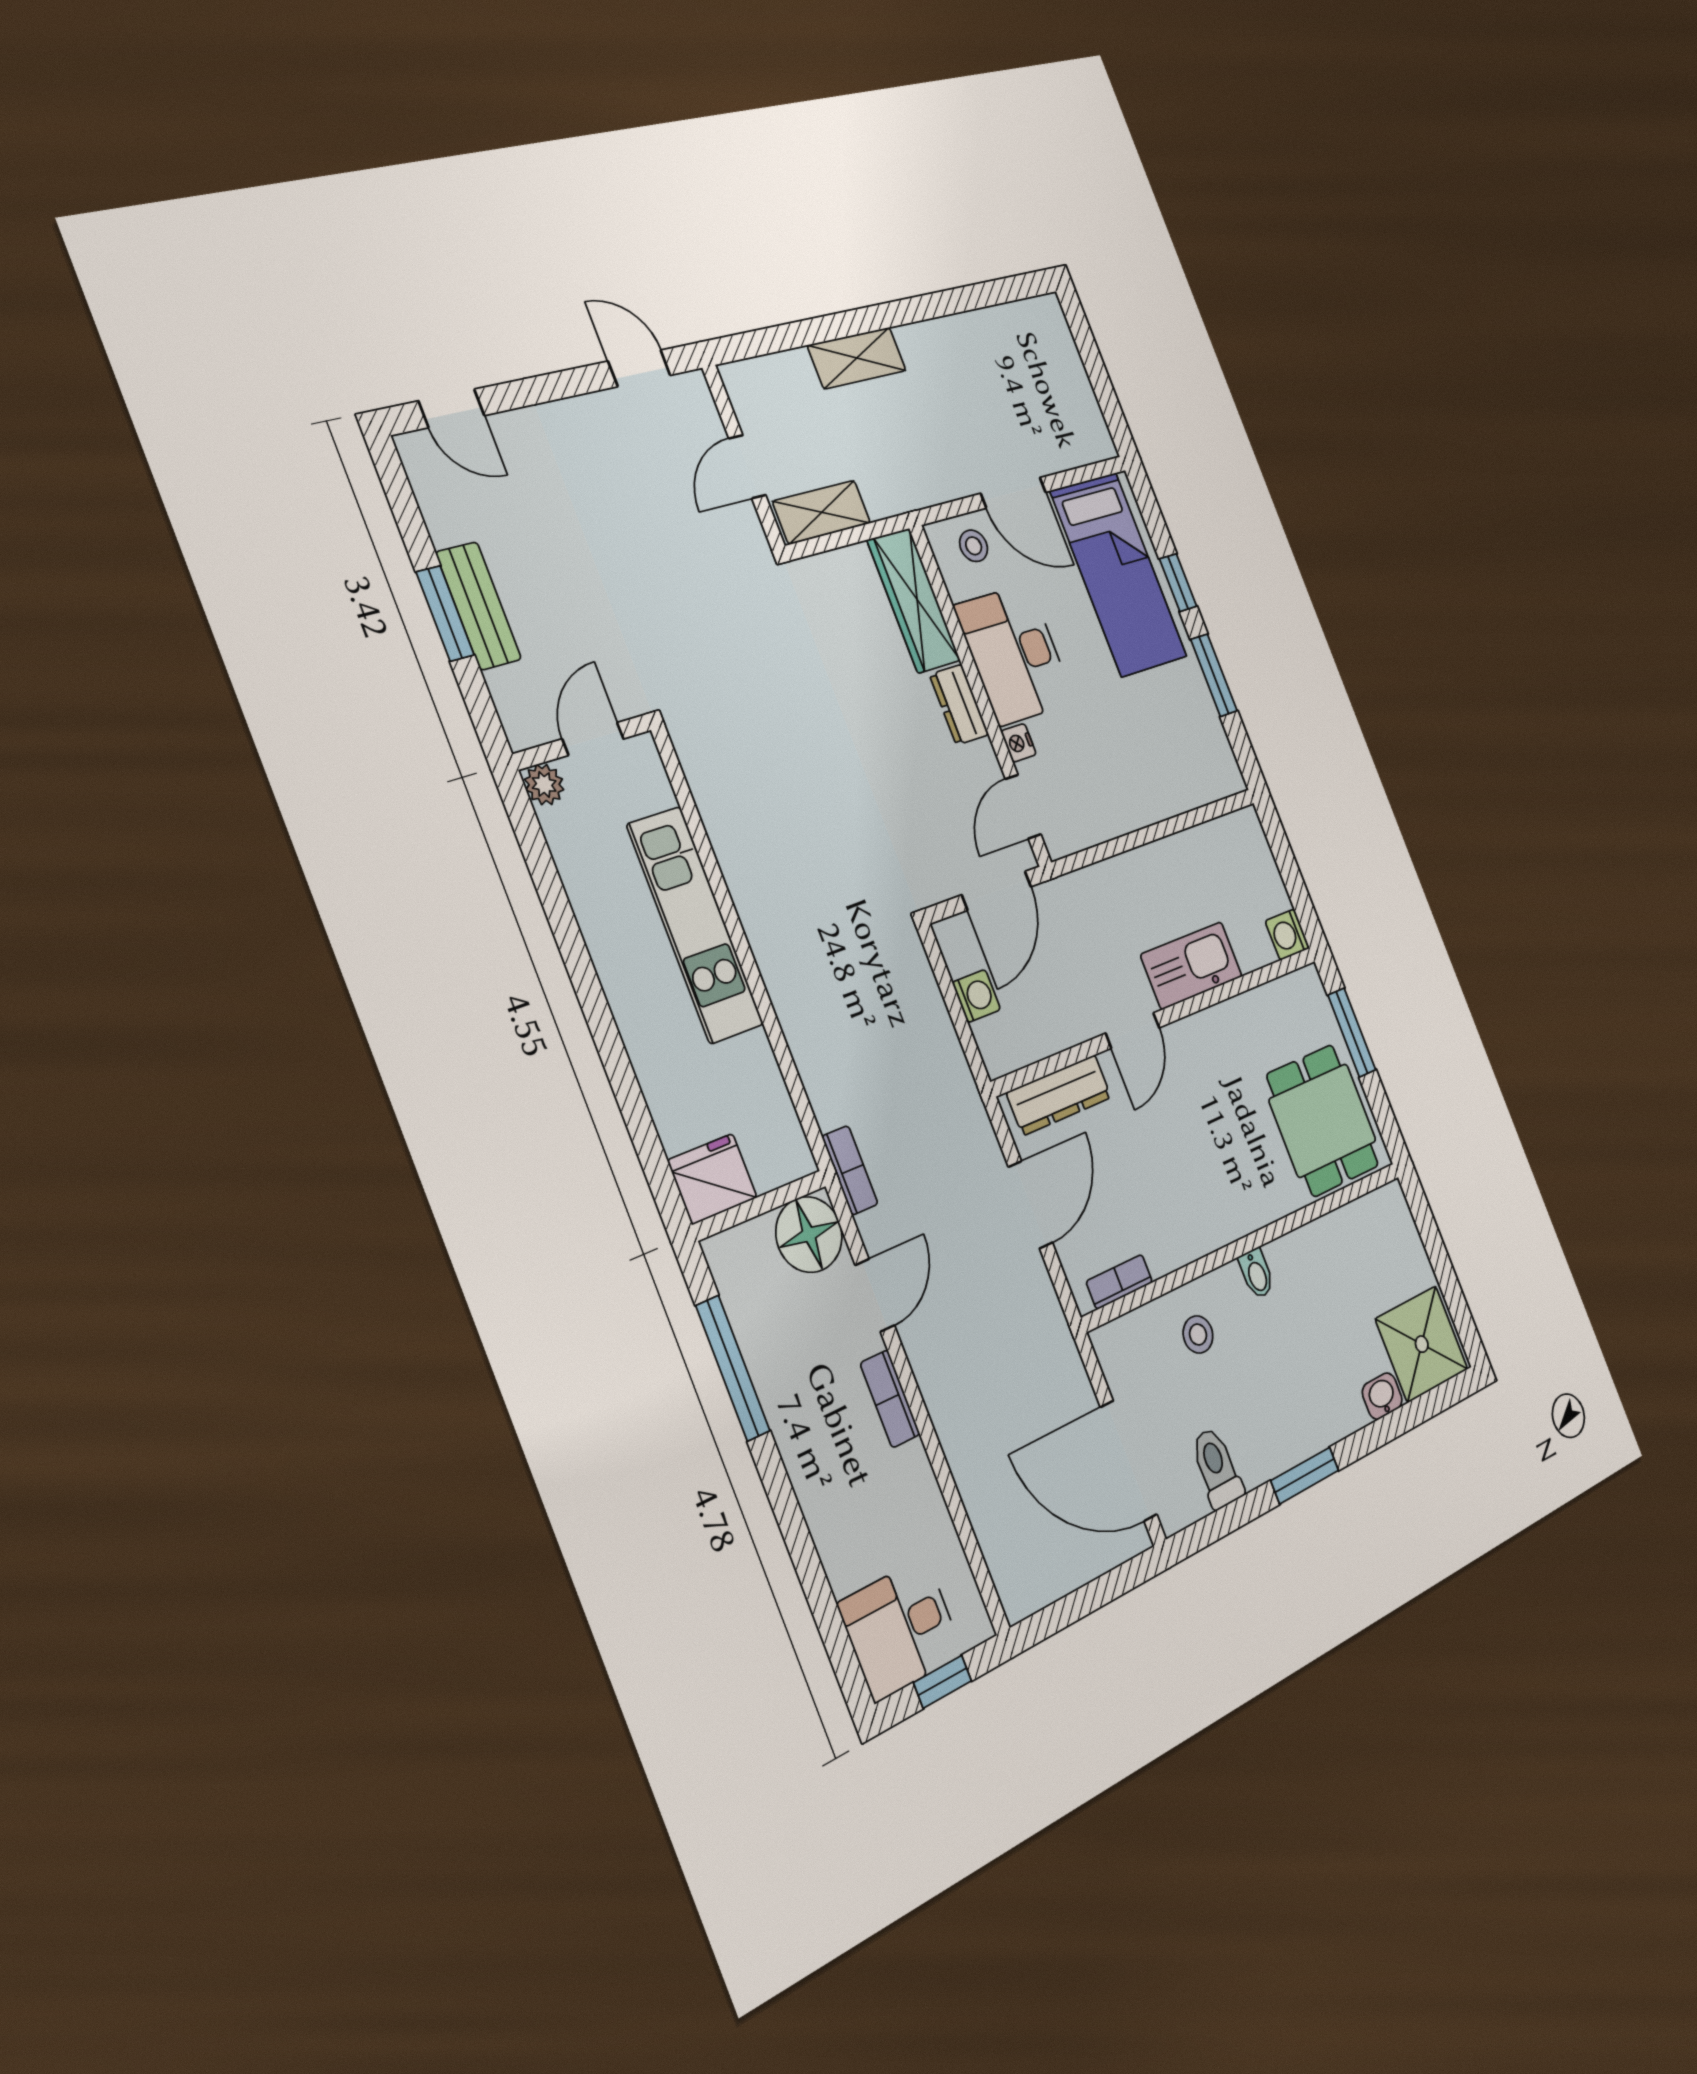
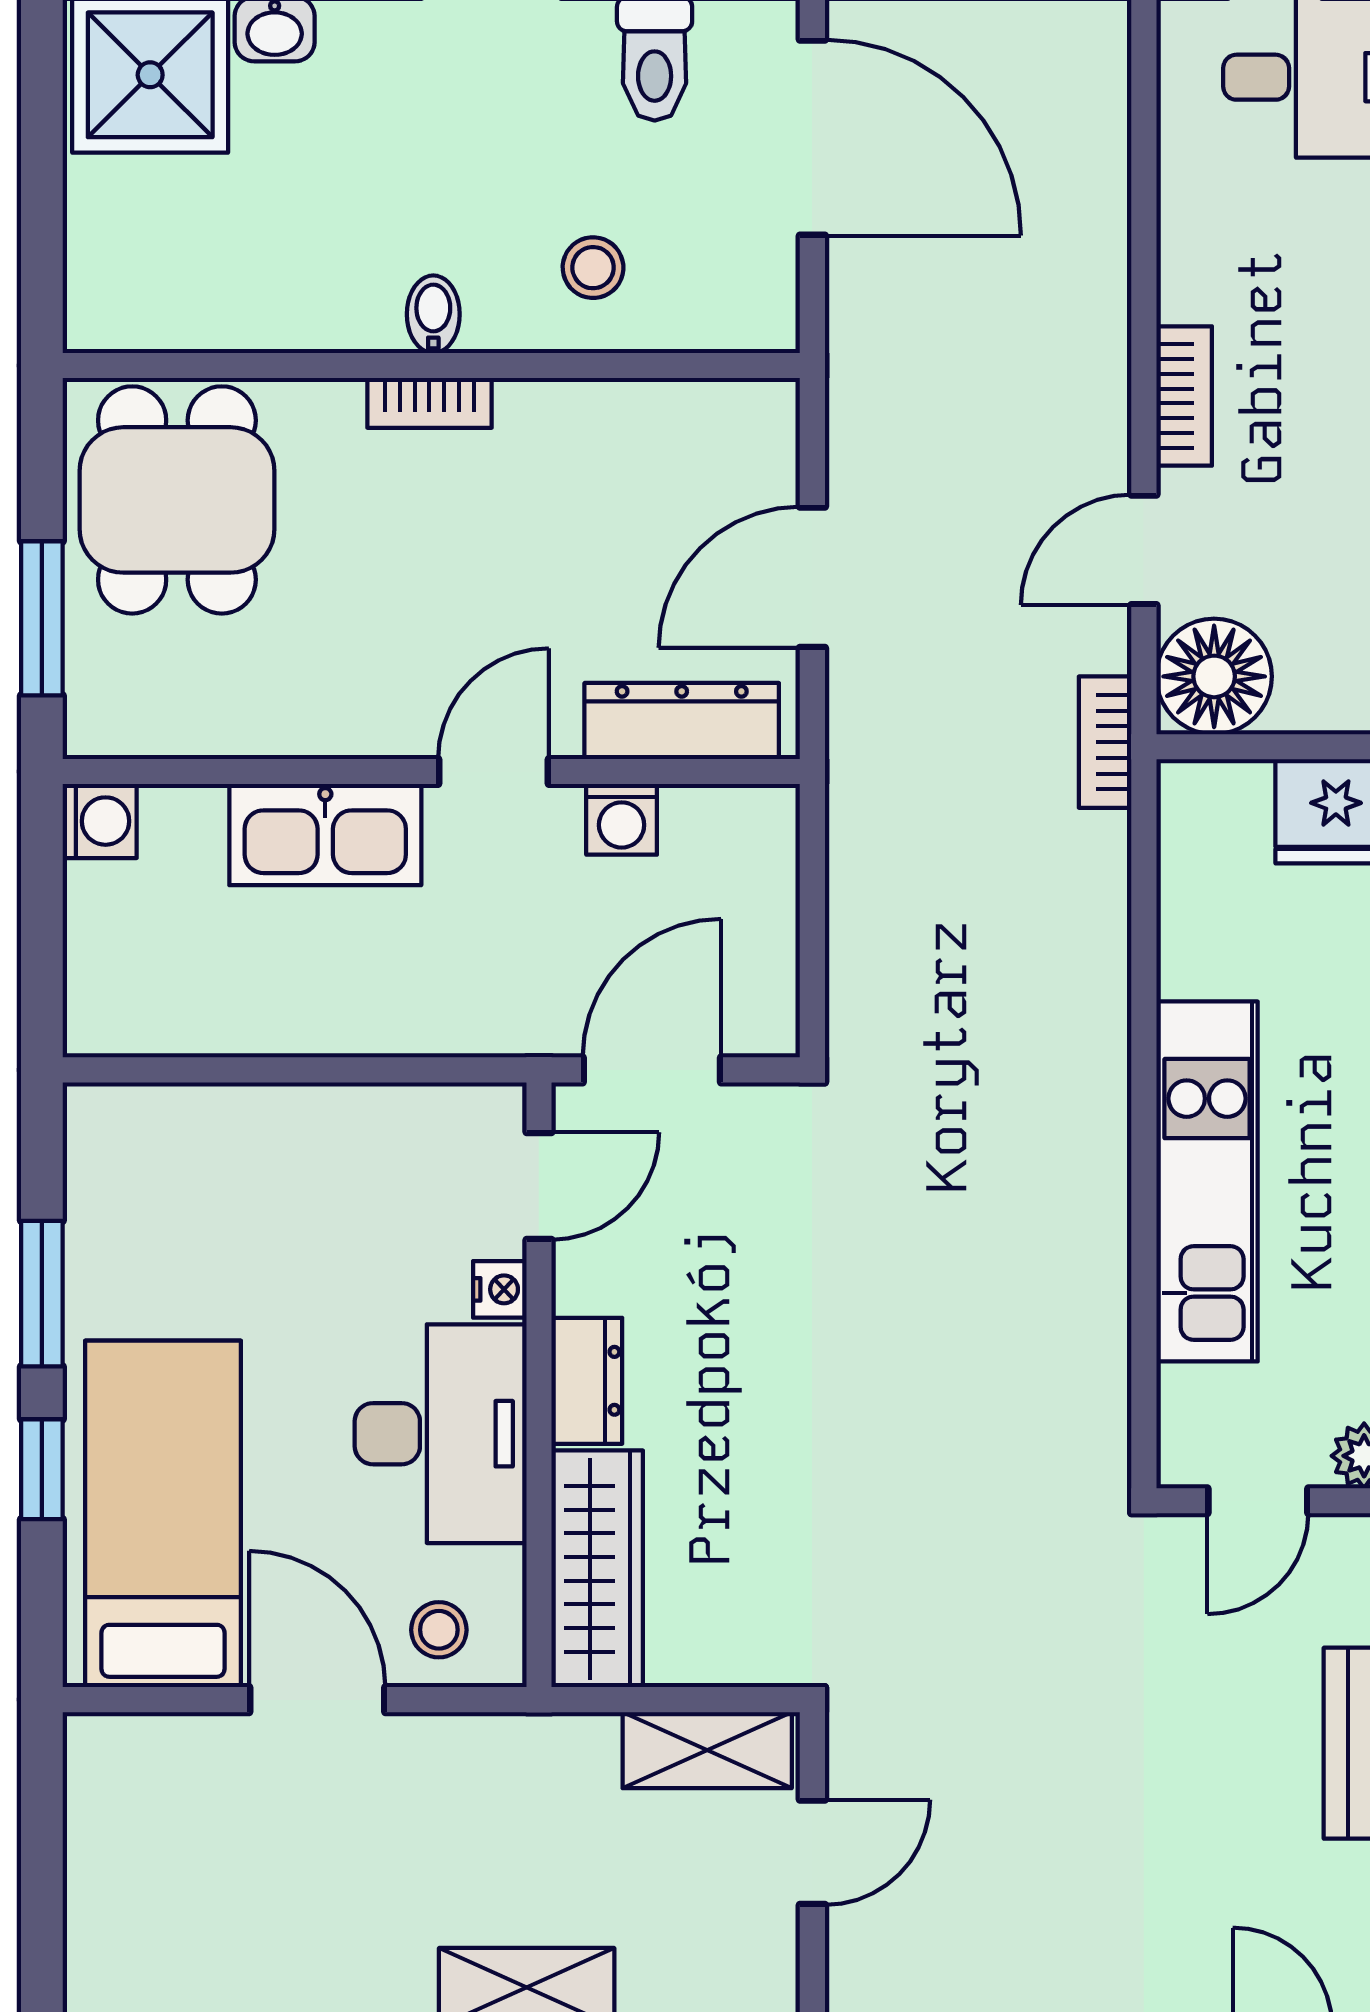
washing machine: (976, 996) -> (622, 819), moved, turned -90
bookcase: (1119, 1282) -> (429, 403), moved

